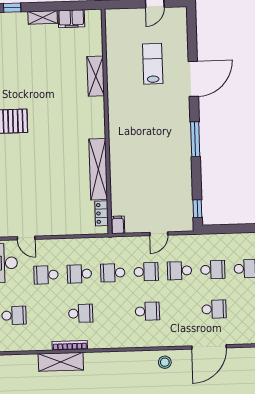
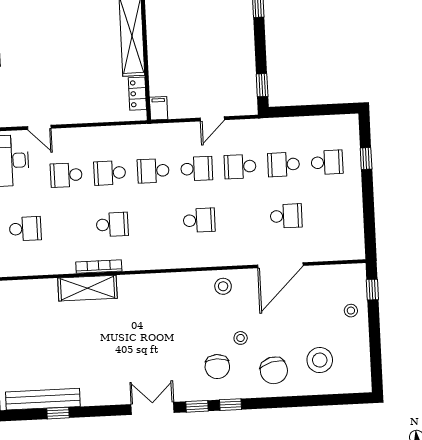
school desk: (213, 270) -> (284, 164), turned 180

